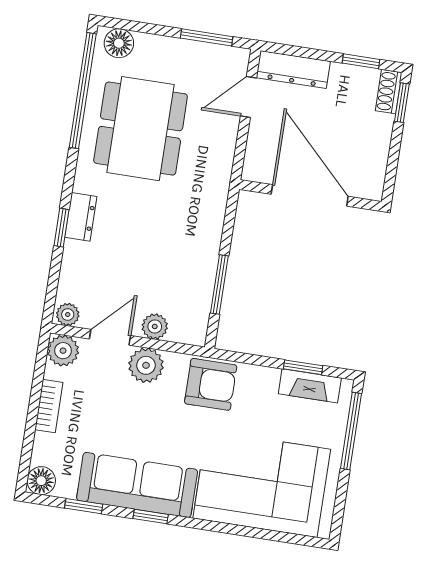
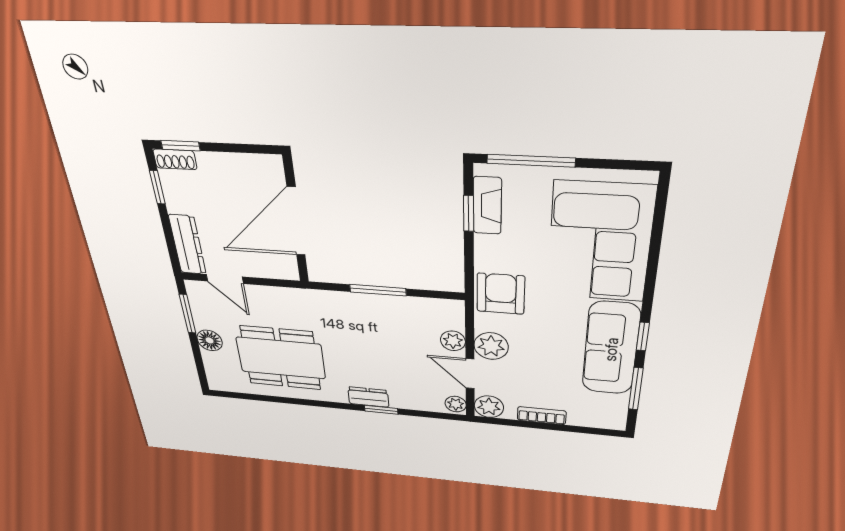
floor lamp: (119, 43) -> (210, 340), moved
window: (83, 91) -> (264, 398), removed
window: (219, 284) -> (378, 290), moved
floor lamp: (41, 481) -> (613, 420), removed
window: (84, 506) -> (636, 389), width x1.50

